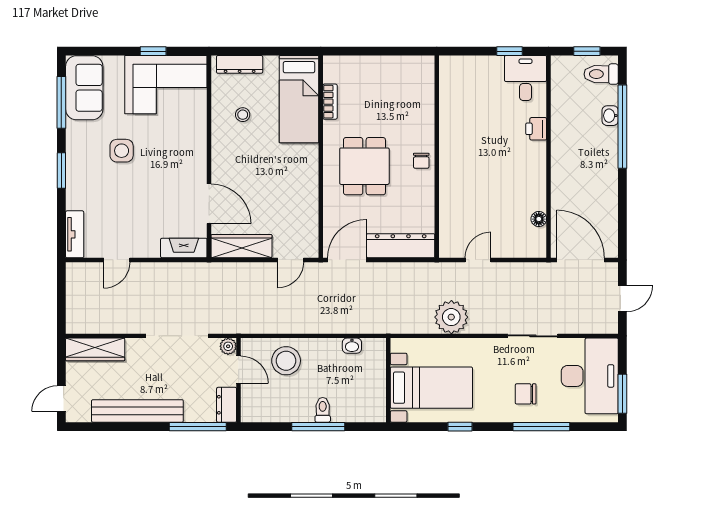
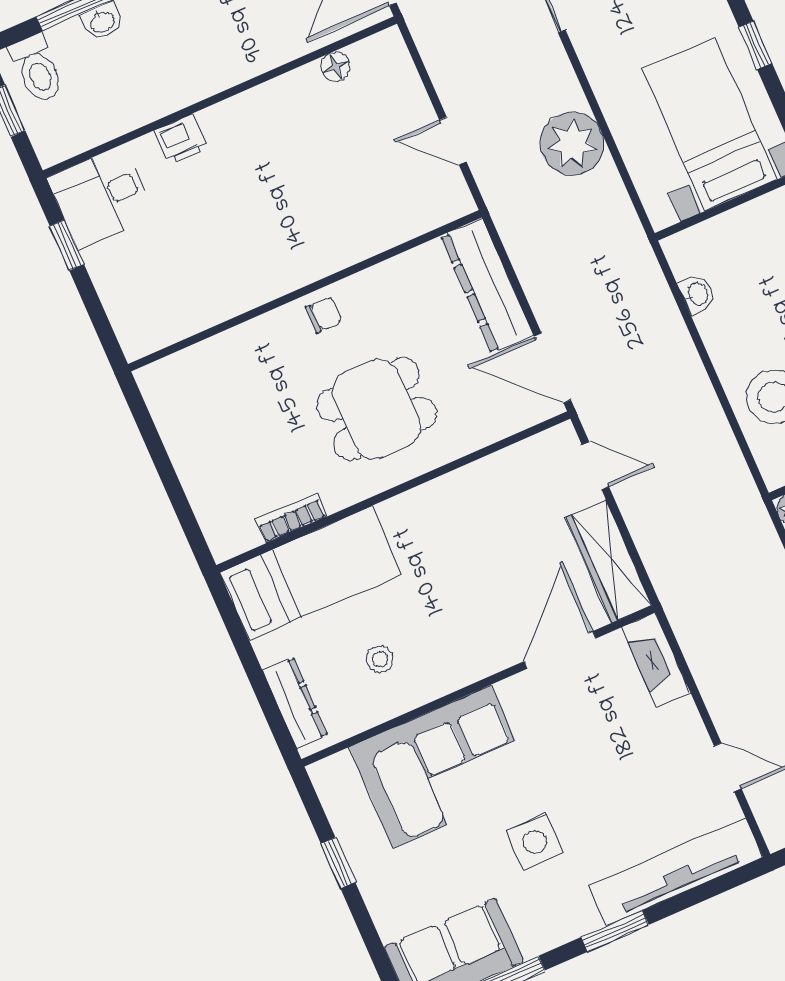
corner sofa: (166, 85) -> (442, 766), moved, turned 90
tv unit: (75, 234) -> (676, 872), width x1.92, depth x1.29

